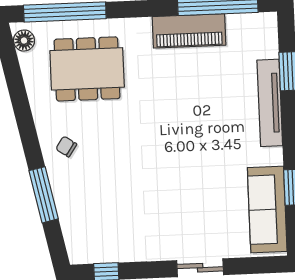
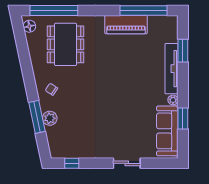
dining table: (87, 69) -> (66, 44), turned 90
plant: (275, 156) -> (173, 100), added
plant: (65, 196) -> (50, 118), added

